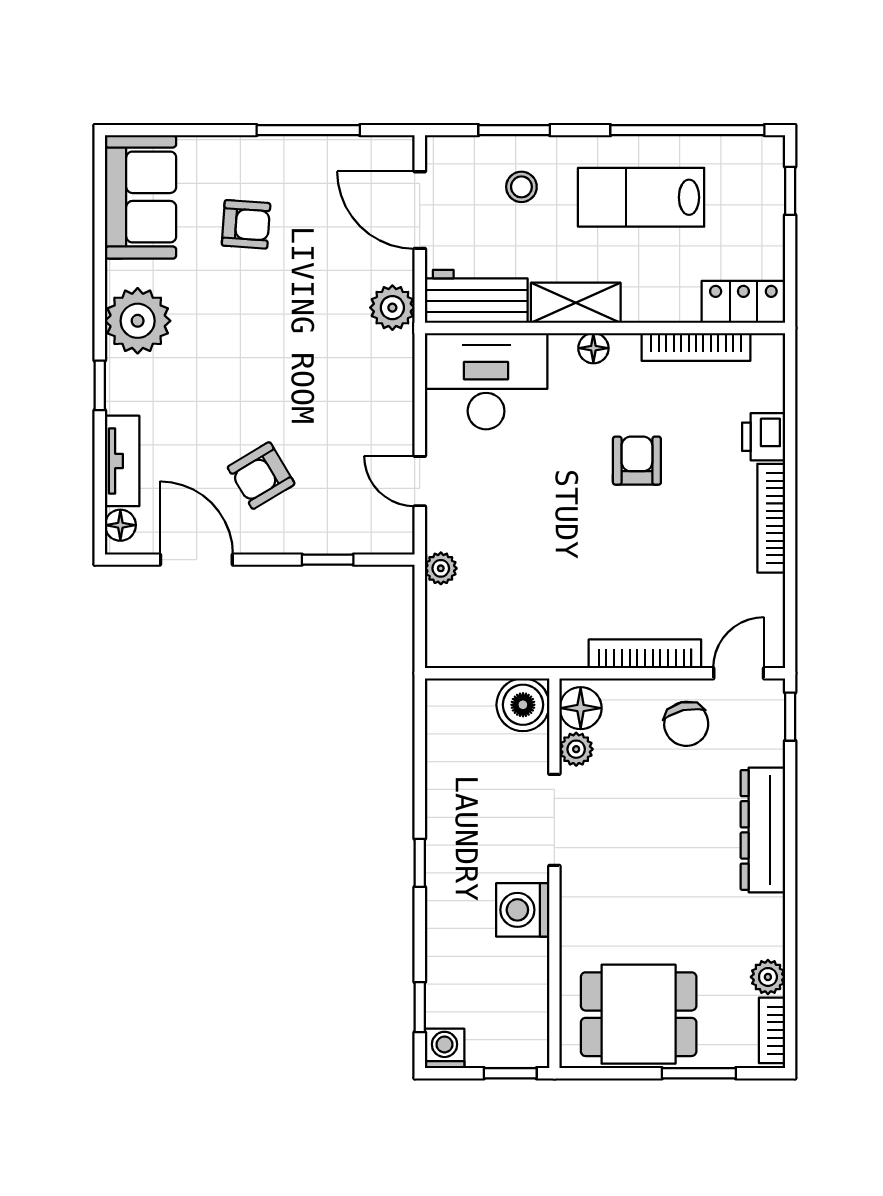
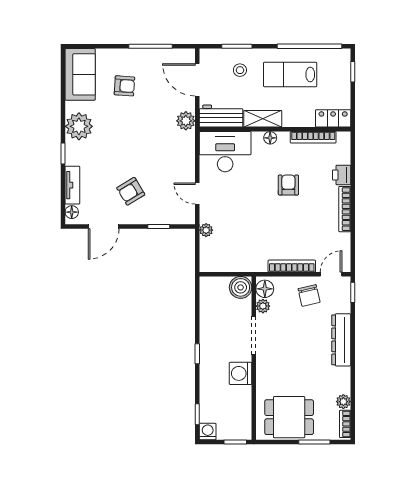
door: (196, 560) -> (104, 226), swing flipped

